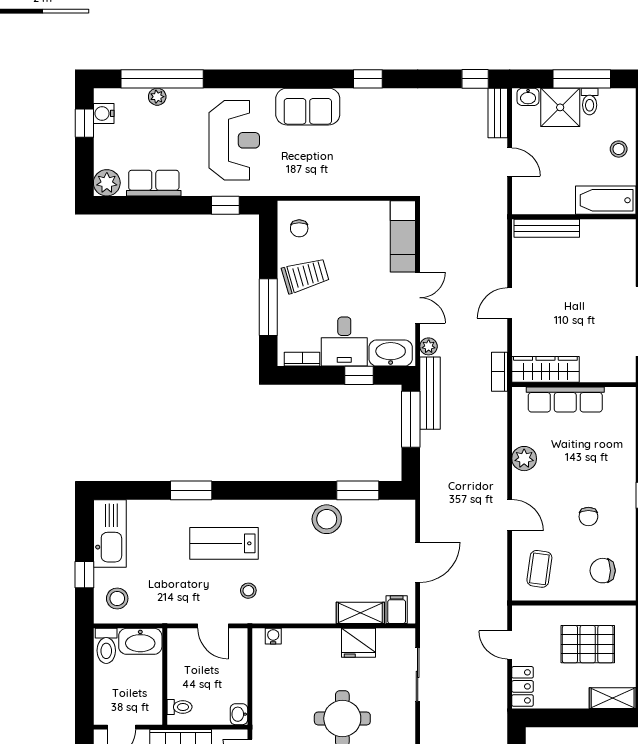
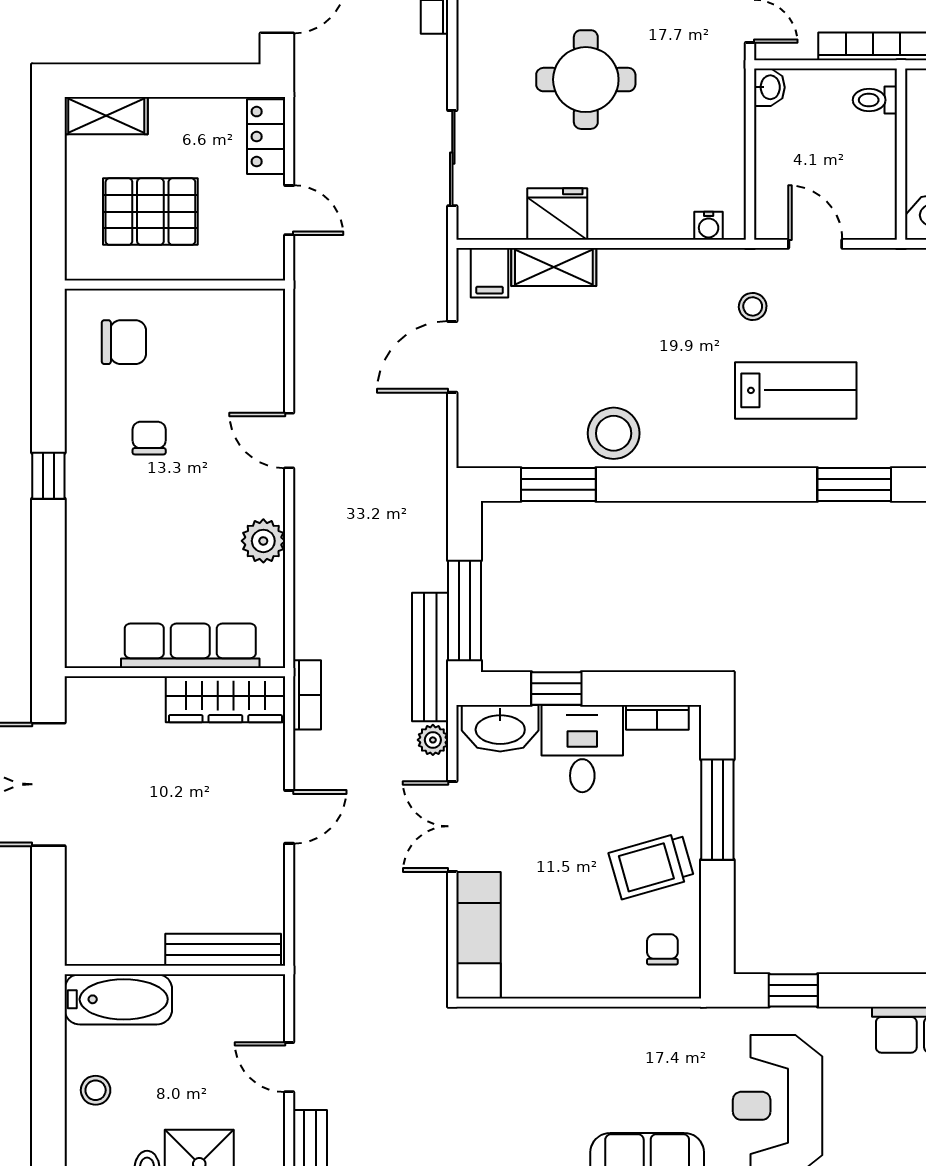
coffee table: (539, 569) -> (236, 345), removed

